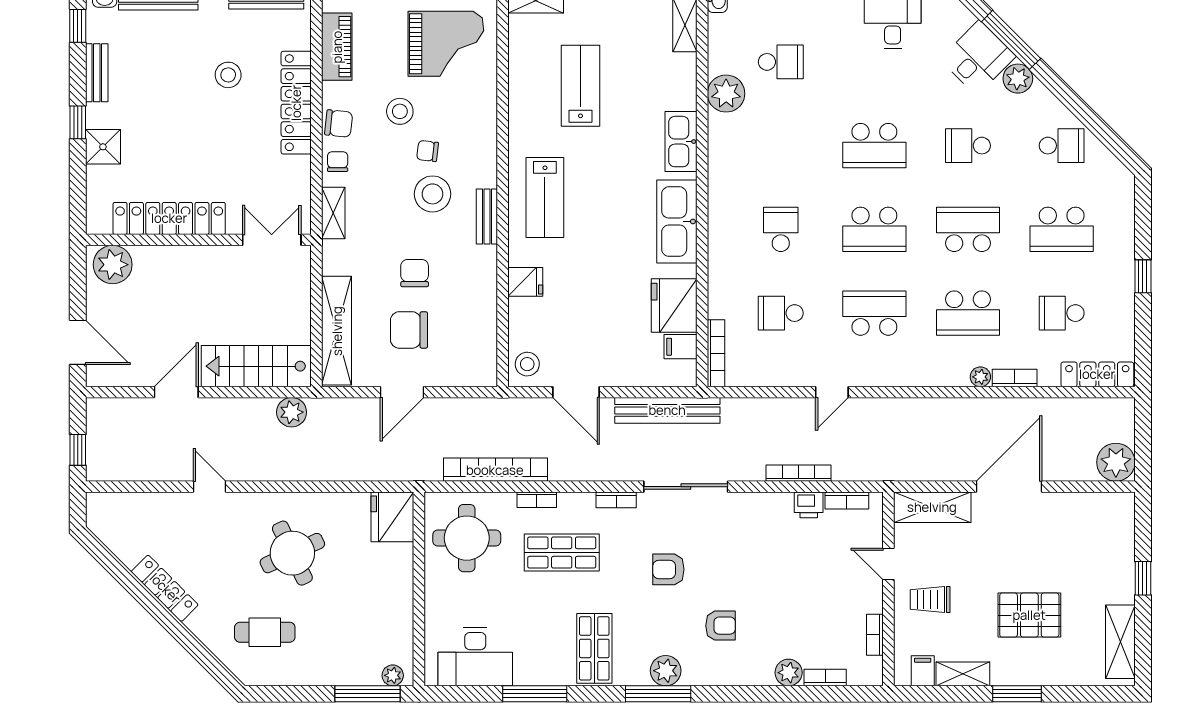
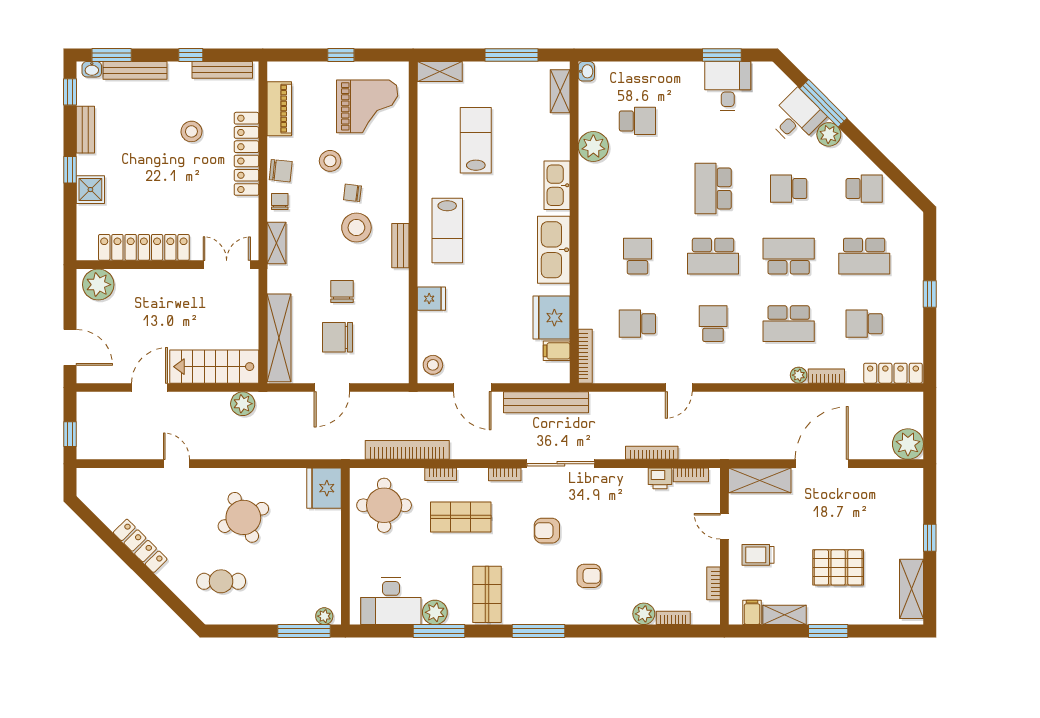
school desk: (874, 146) -> (713, 189), turned 90
school desk: (874, 313) -> (713, 324), width x0.54
plant: (666, 671) -> (435, 612), moved

